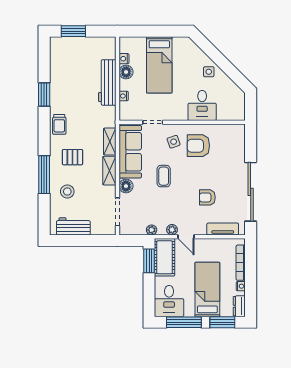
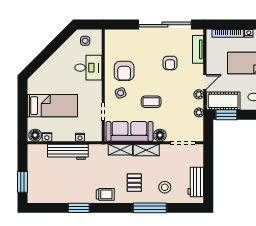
floor lamp: (126, 72) -> (35, 135), moved
side table: (209, 72) -> (85, 41), moved

